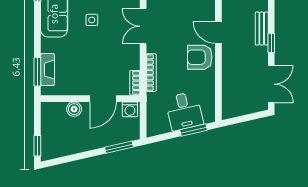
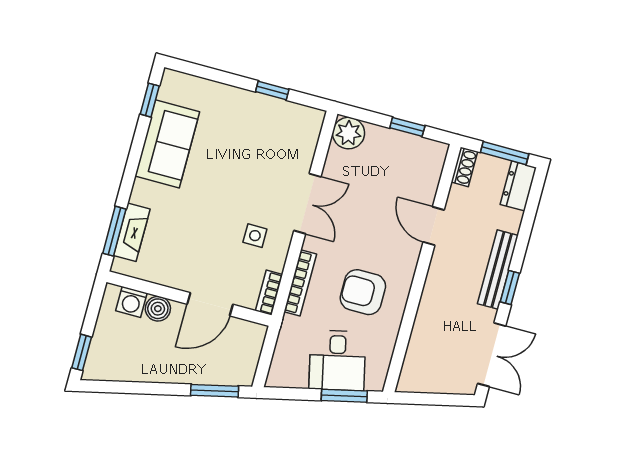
side table: (92, 20) -> (255, 236), moved
double door: (143, 26) -> (307, 204), swing flipped
bench: (262, 29) -> (498, 270), width x1.36
door: (218, 32) -> (434, 226), moved
armchair: (200, 57) -> (363, 292), moved
washing machine: (130, 109) -> (131, 302), moved

